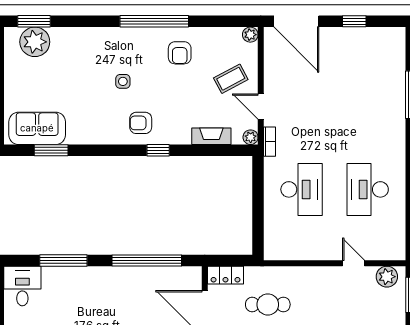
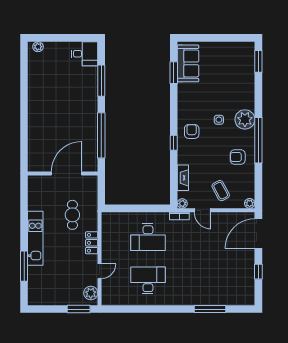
plant: (35, 42) -> (245, 119), moved
door: (261, 106) -> (202, 210), swing flipped
locker: (225, 275) -> (92, 243), moved

